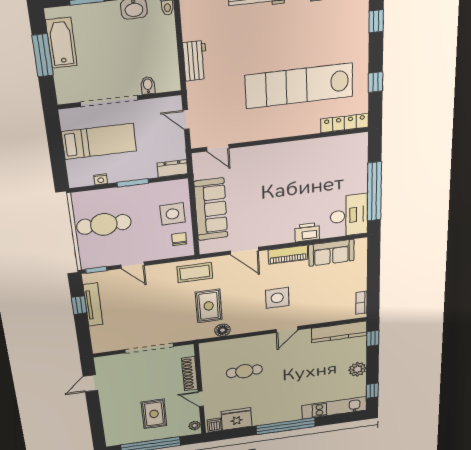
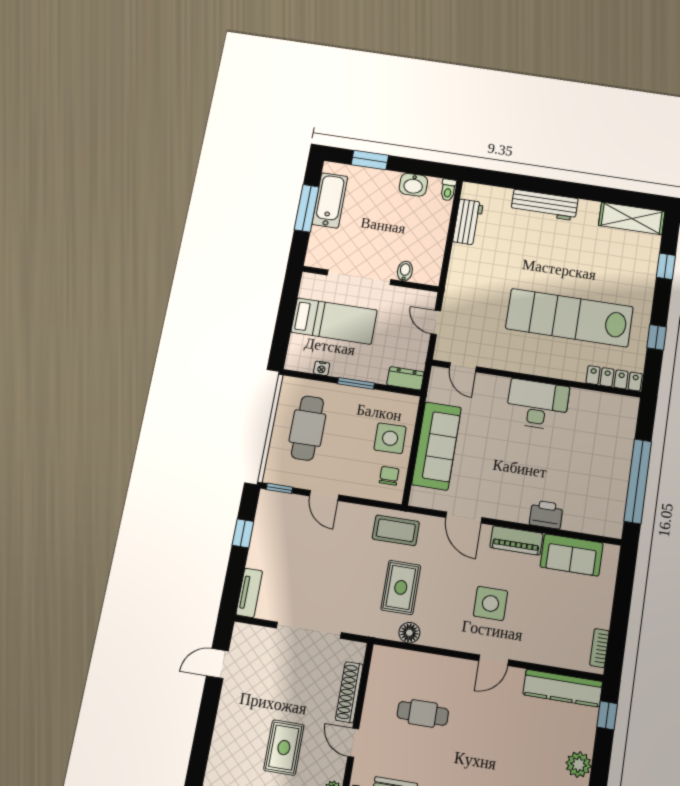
workbench: (195, 61) -> (468, 222), moved
desk: (349, 215) -> (537, 405), moved, turned -90
cafe table: (104, 224) -> (307, 428), turned 90
tv unit: (93, 305) -> (249, 593), moved, width x0.71

